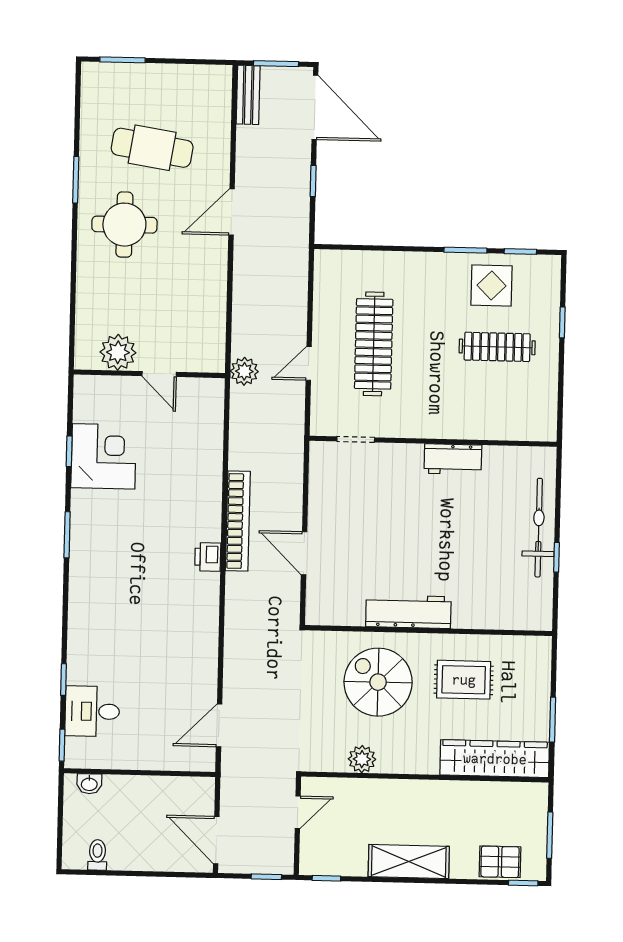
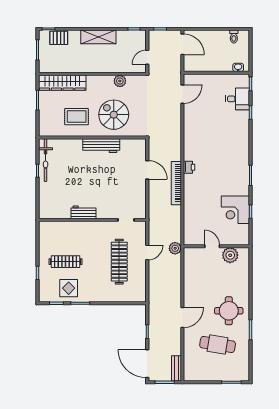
bicycle: (539, 528) -> (46, 160), moved
spiral stairs: (378, 682) -> (114, 115), turned 180

